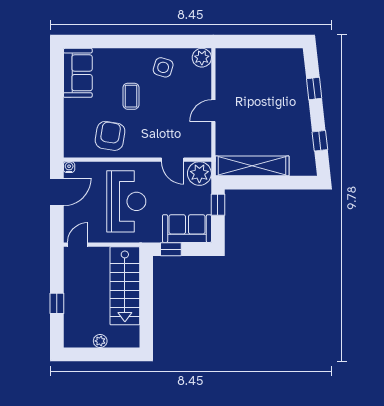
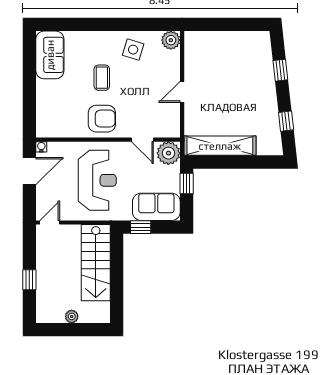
armchair: (110, 136) -> (102, 119), moved, turned 81

